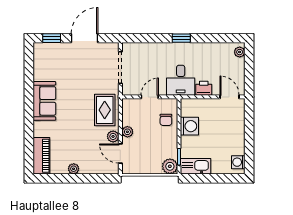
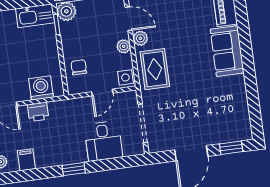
filing cabinet: (218, 51) -> (26, 160), added
desk: (181, 80) -> (103, 141), moved, turned 180
sofa: (44, 101) -> (227, 51), moved
side table: (129, 106) -> (125, 77), added
washing machine: (189, 126) -> (41, 88), moved, turned 90

